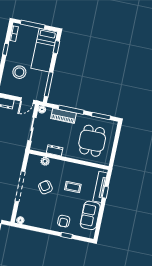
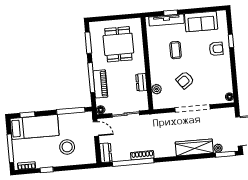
dining table: (92, 141) -> (118, 44), turned 90

